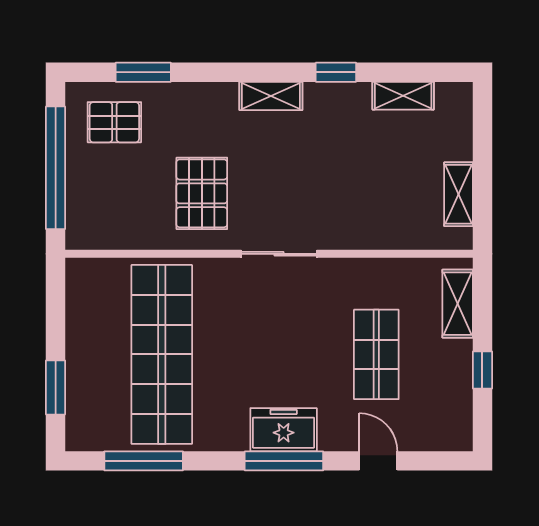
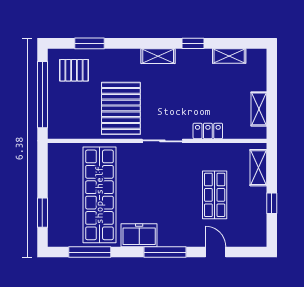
pallet: (202, 193) -> (121, 108), width x1.37, depth x1.41
locker: (364, 235) -> (208, 131), added
freezer: (284, 430) -> (139, 235), moved

